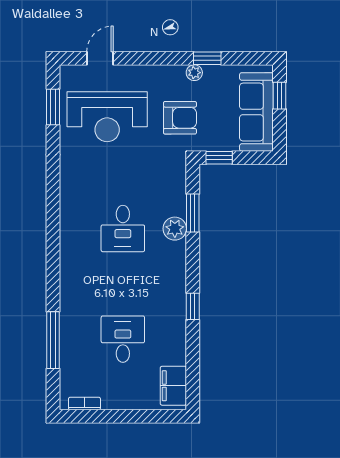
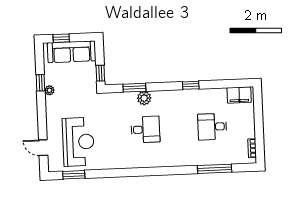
armchair: (180, 118) -> (77, 98), removed

